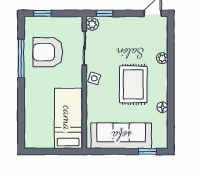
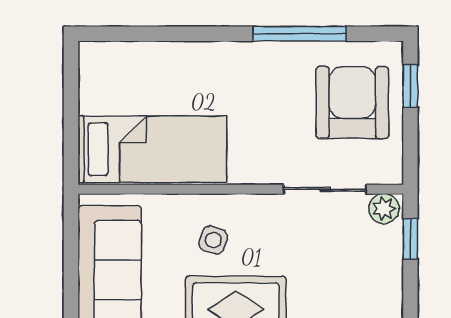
armchair: (48, 52) -> (352, 103), moved
side table: (94, 78) -> (213, 240), moved

